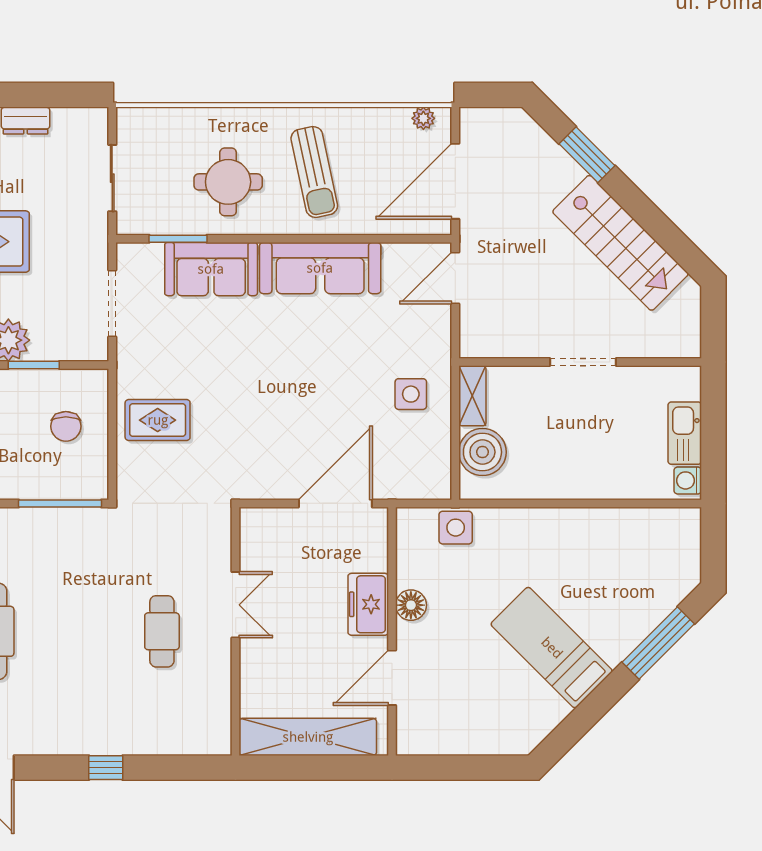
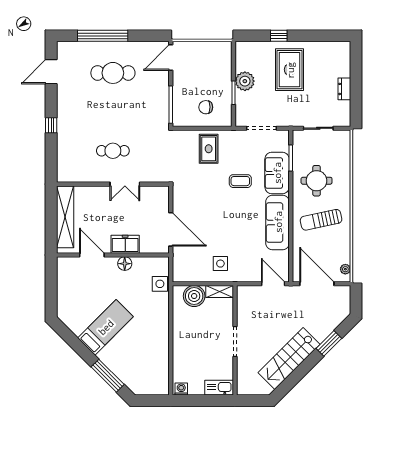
coffee table: (229, 350) -> (240, 181), added
kitchen sink: (685, 433) -> (219, 388), moved

